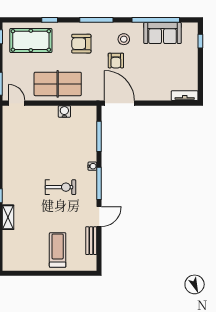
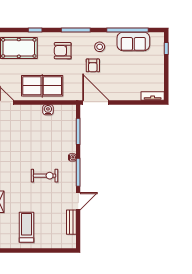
treadmill: (58, 250) -> (26, 227), moved

